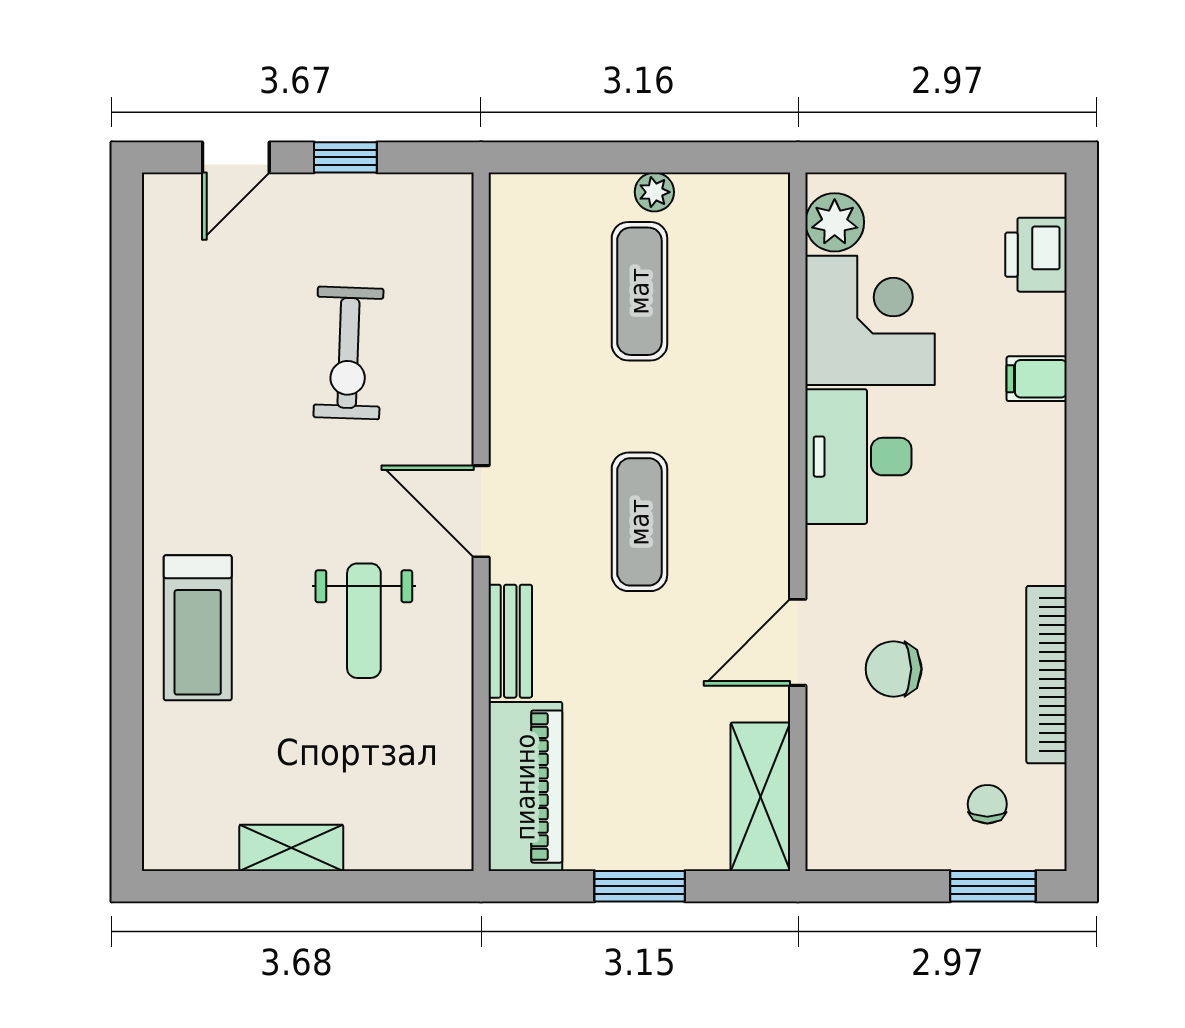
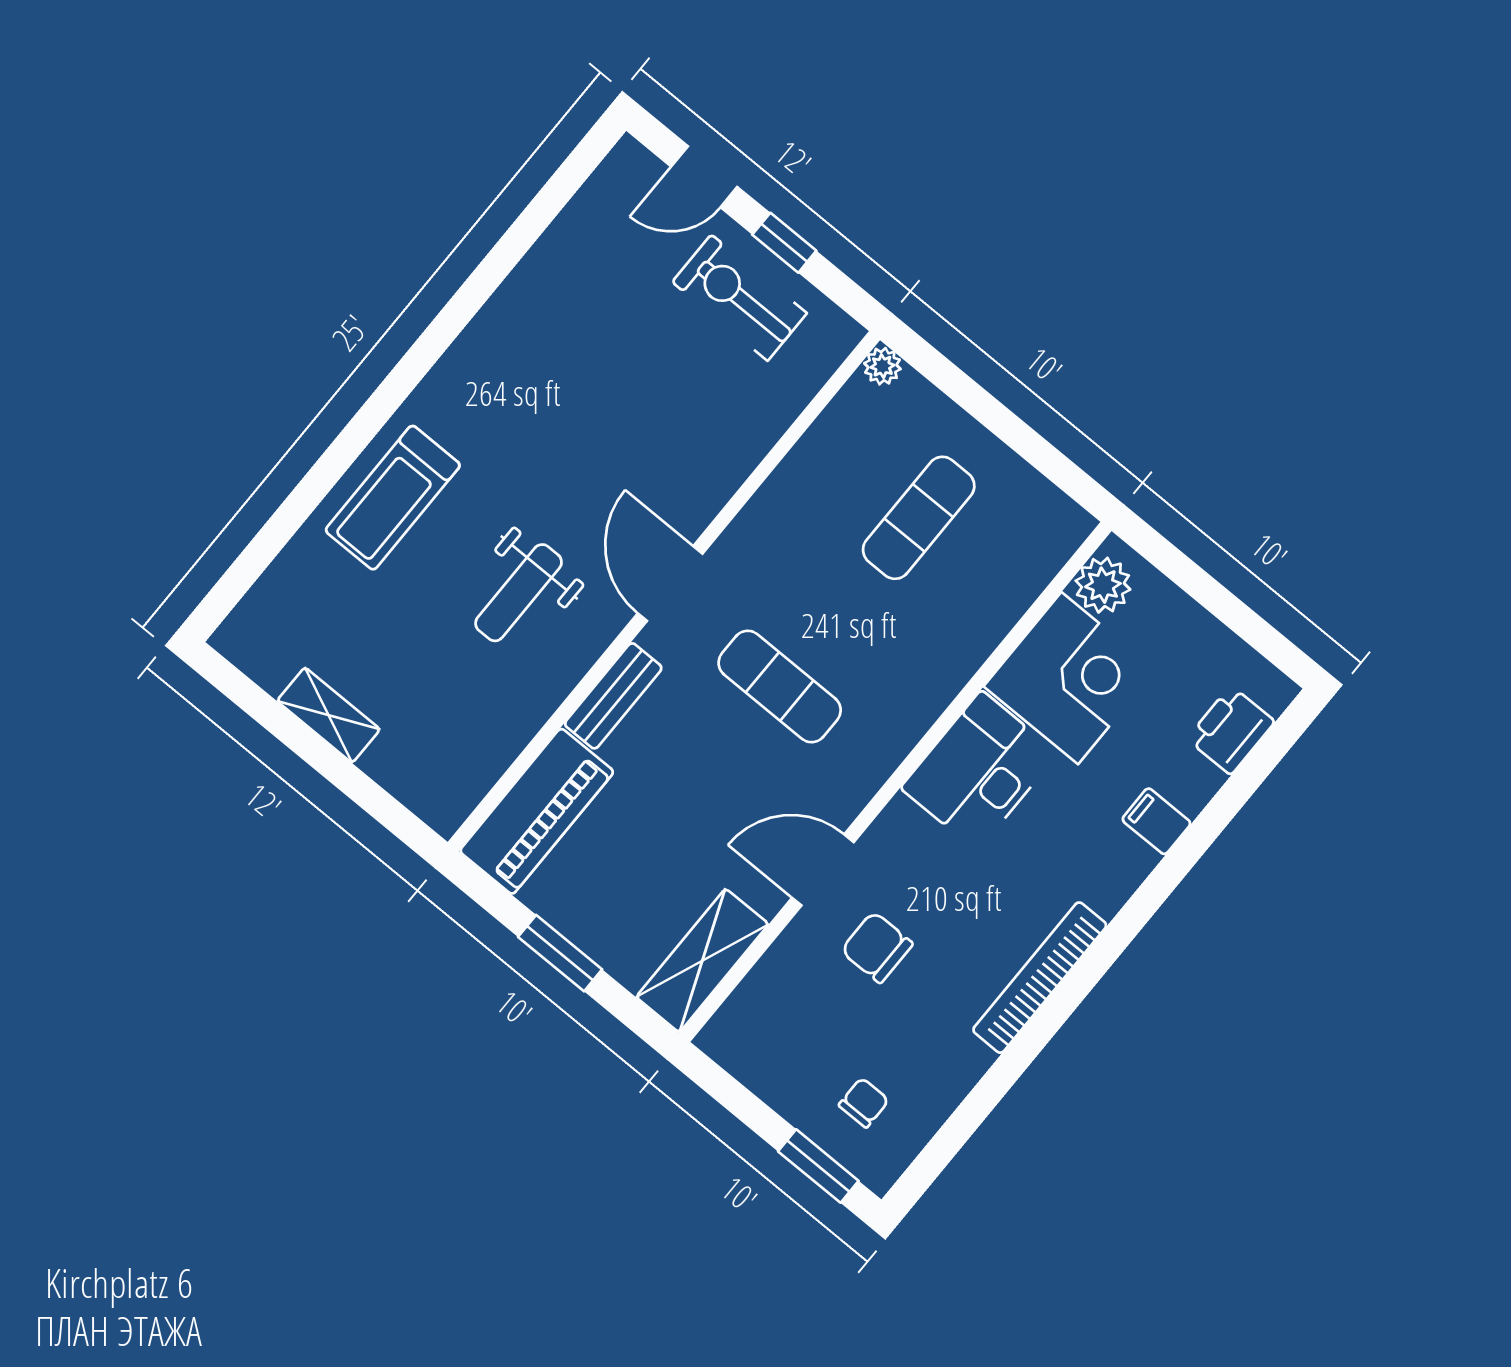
plant: (654, 192) -> (882, 366), moved
exercise bike: (348, 353) -> (739, 298), moved, turned 88
exercise mat: (639, 522) -> (780, 686), turned 90
bookcase: (1047, 675) -> (1040, 978), moved

